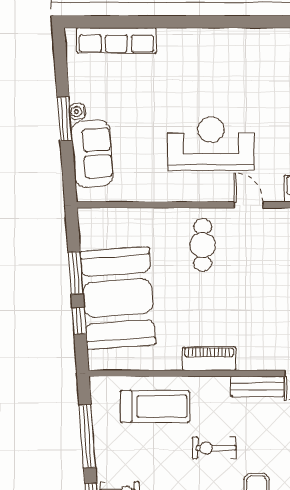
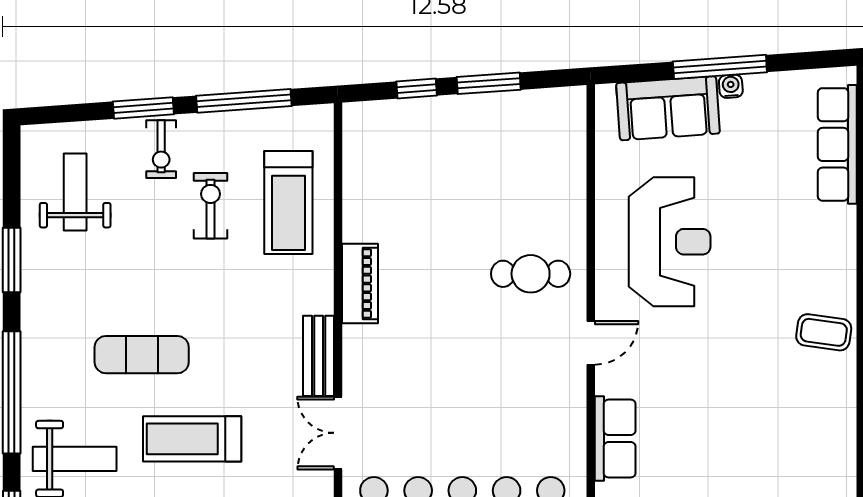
coffee table: (242, 50) -> (824, 332), added
window: (65, 119) -> (720, 67), width x1.44
reception desk: (211, 144) -> (670, 242), moved
booth: (118, 298) -> (451, 147), removed
exercise bike: (214, 448) -> (210, 206), moved

